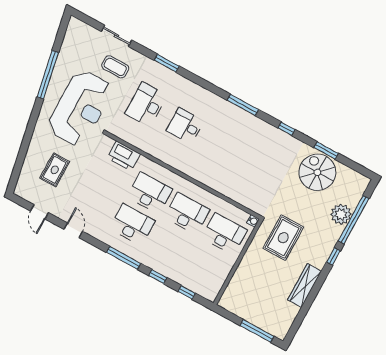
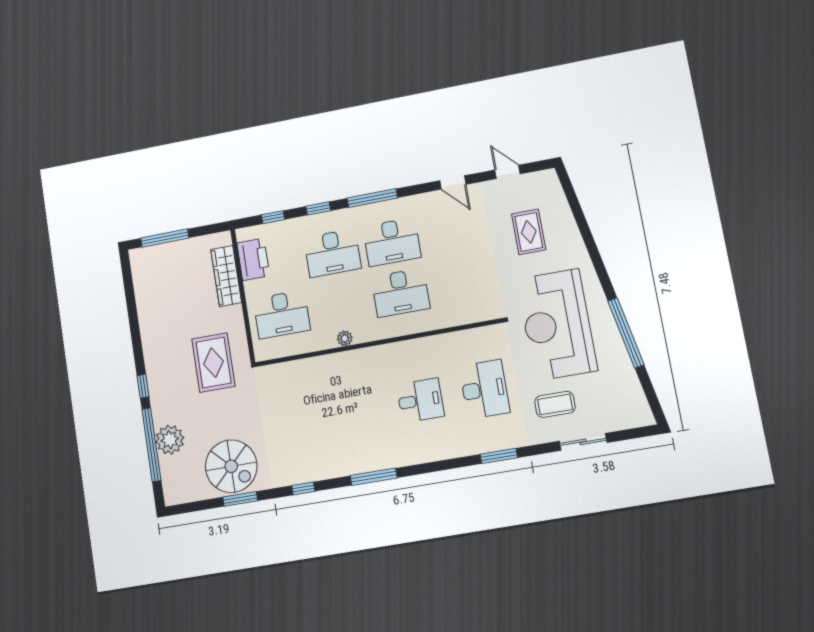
printer: (124, 156) -> (253, 259), moved, turned 90
plant: (200, 192) -> (345, 338), added
desk: (187, 213) -> (332, 253), moved
water cooler: (253, 221) -> (261, 354), removed
wardrobe: (305, 286) -> (226, 276), moved, turned 180

